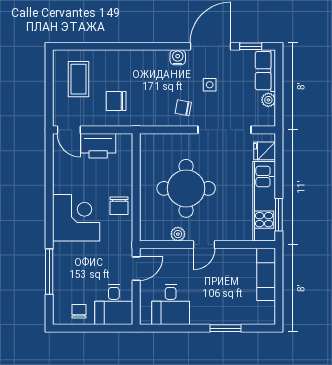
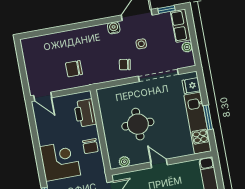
coffee table: (78, 79) -> (43, 58), removed
printer: (98, 146) -> (85, 113), moved, turned 90
round table: (186, 188) -> (138, 124), width x0.73, depth x0.73
window: (279, 215) -> (208, 117), moved
plant: (178, 234) -> (124, 162), moved
door: (204, 245) -> (159, 163), swing flipped

